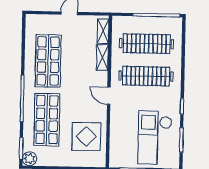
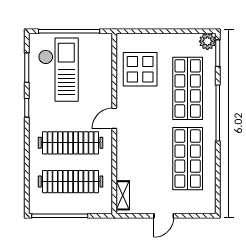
shelving: (102, 58) -> (123, 164), removed
door: (109, 96) -> (114, 118), swing flipped

